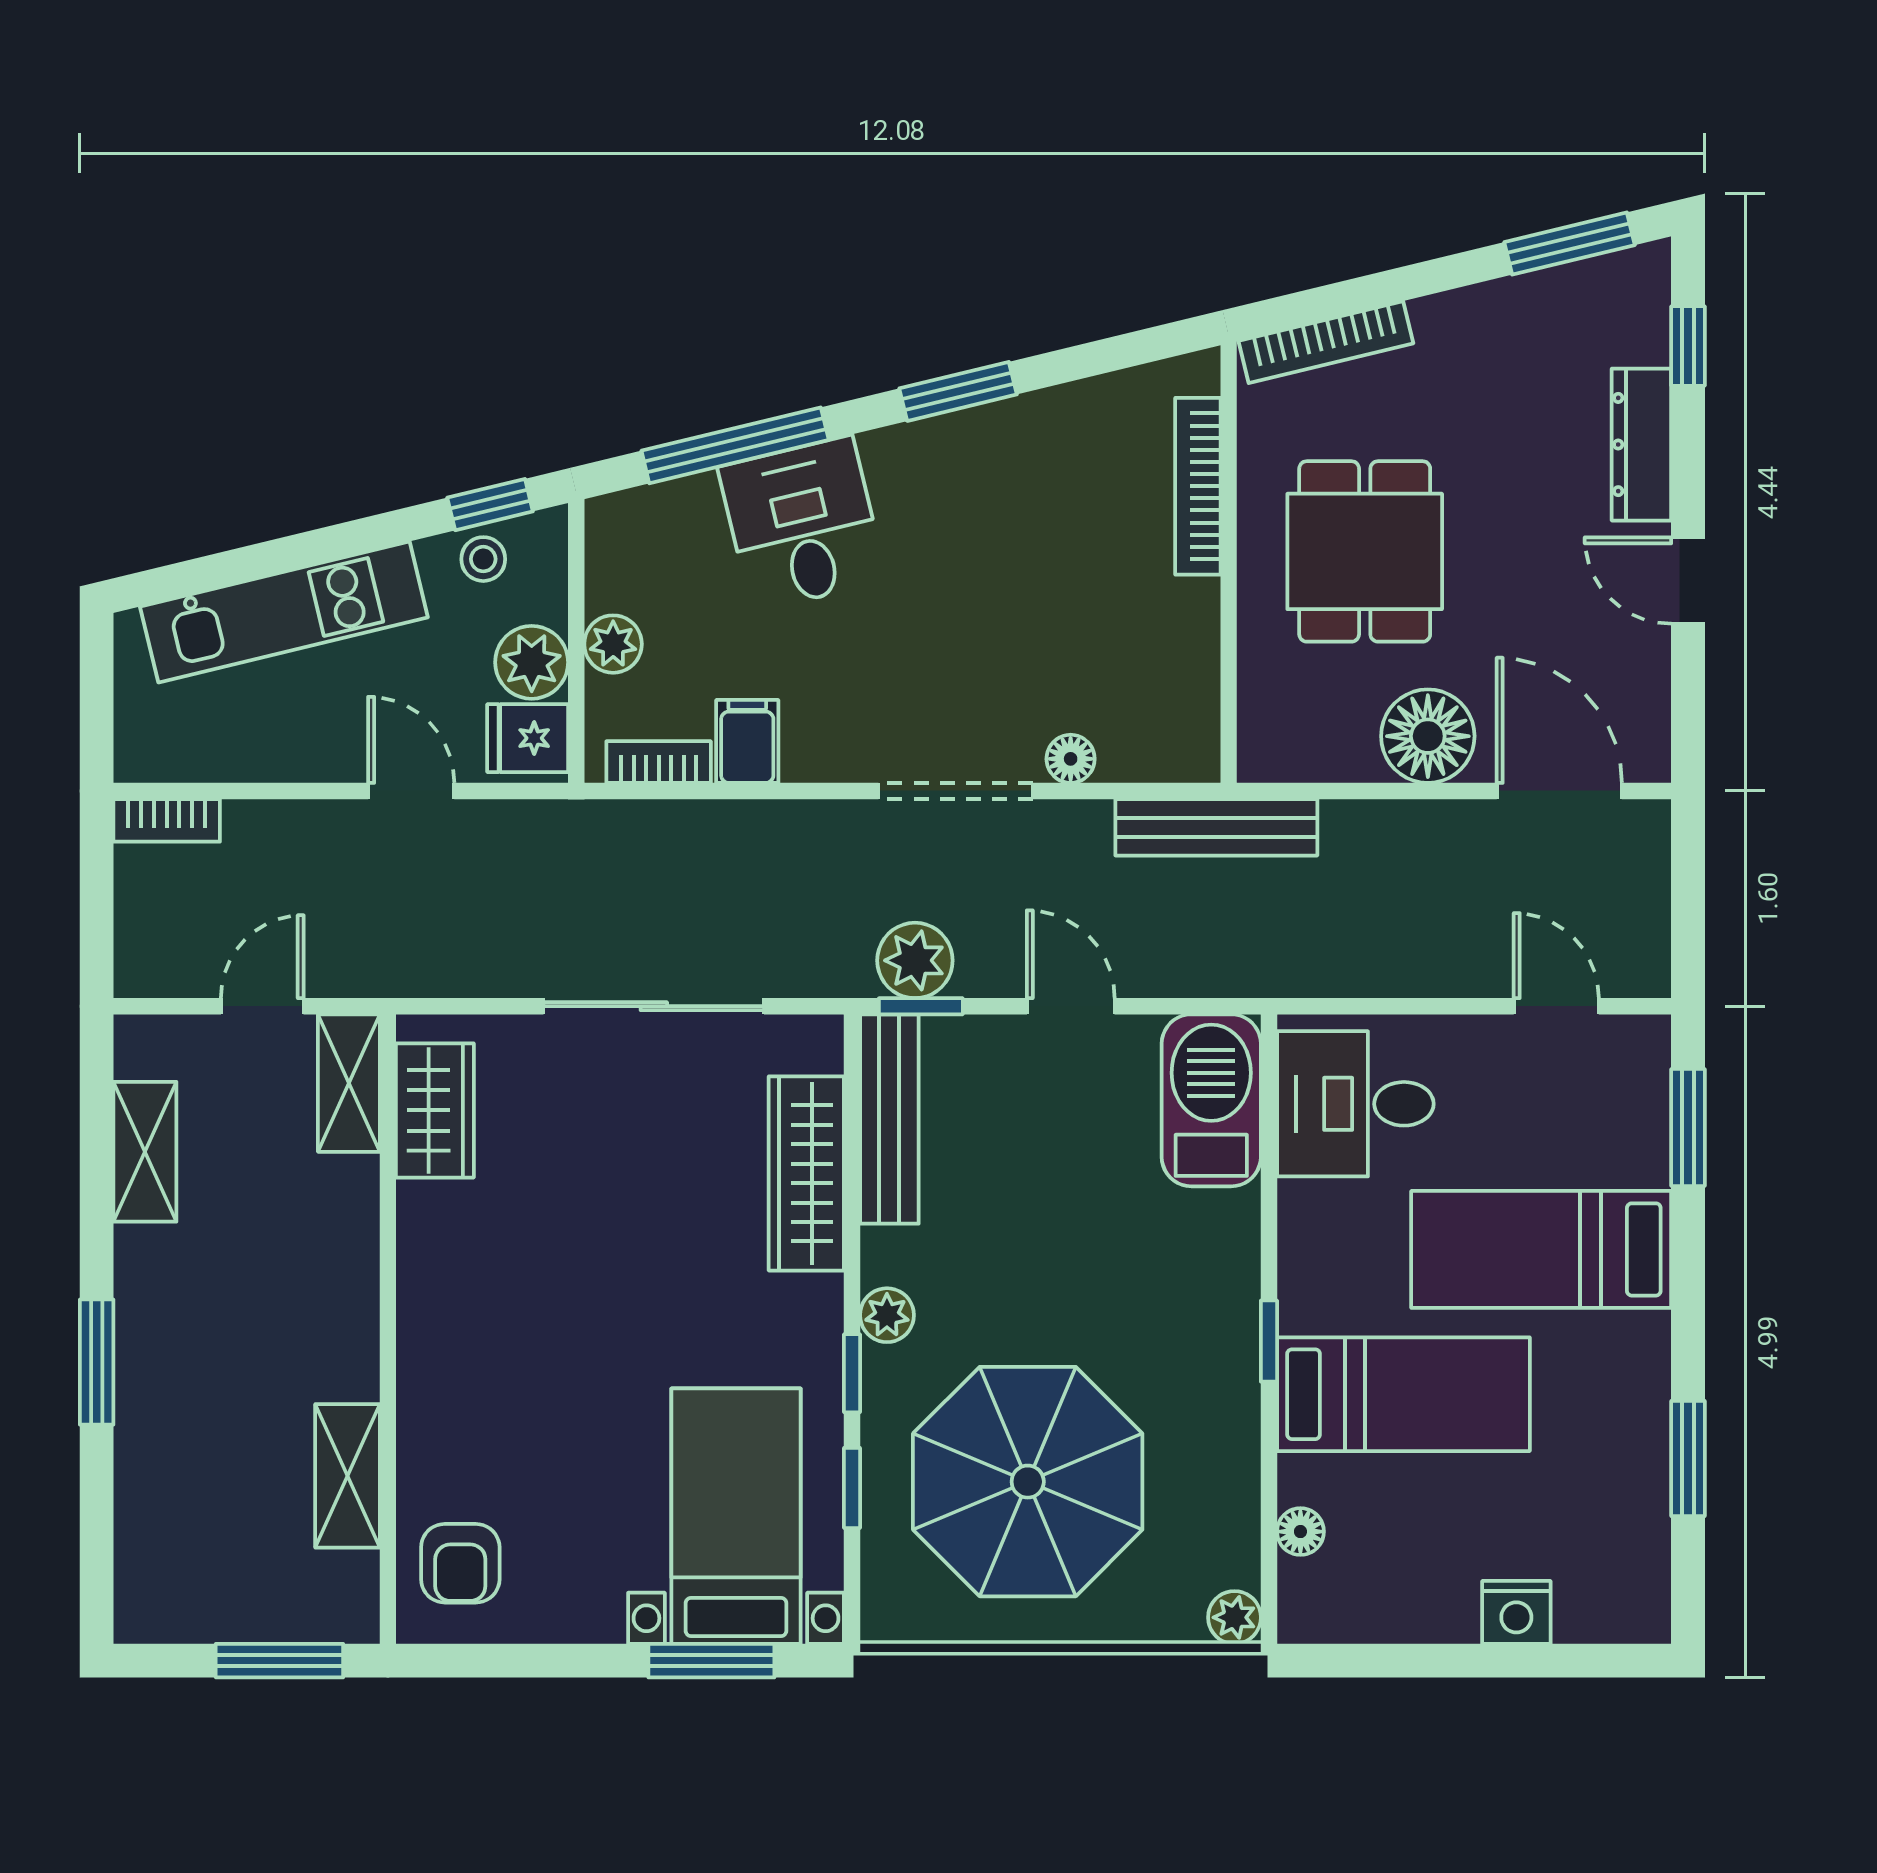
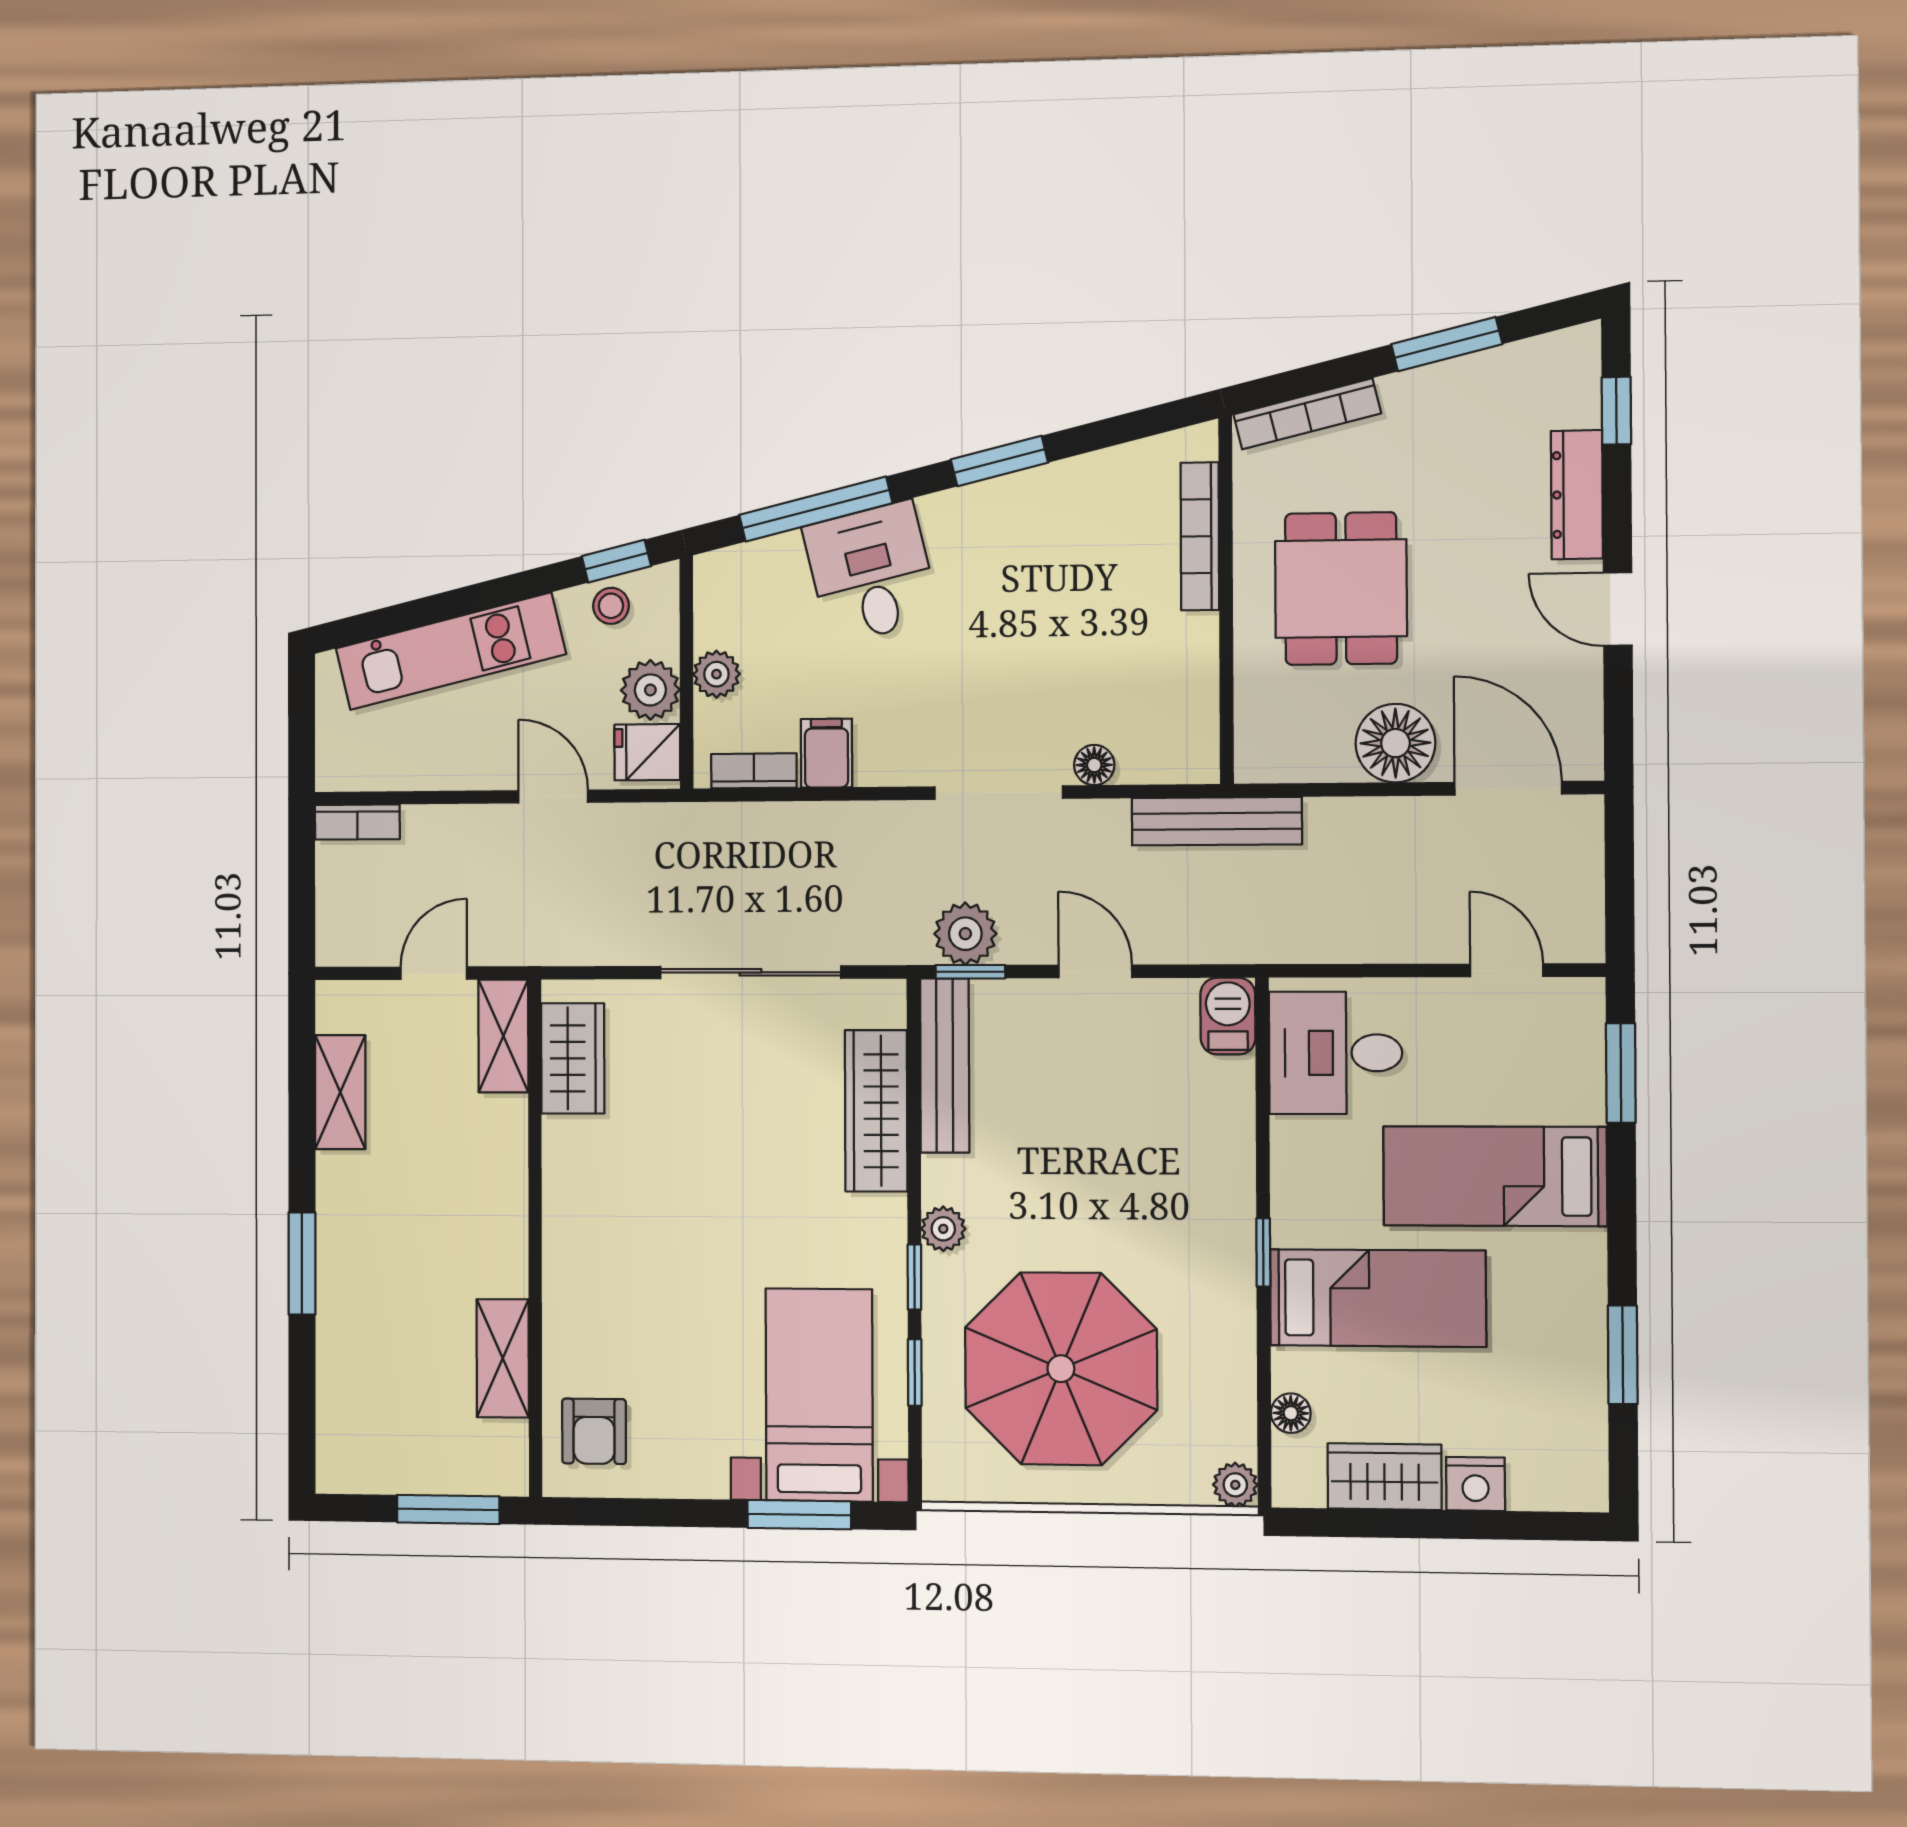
window: (1570, 244) -> (1447, 344), moved
barbecue: (1211, 1100) -> (1228, 1016), width x0.53, depth x0.65
wardrobe: (1410, 1605) -> (1385, 1477), added

